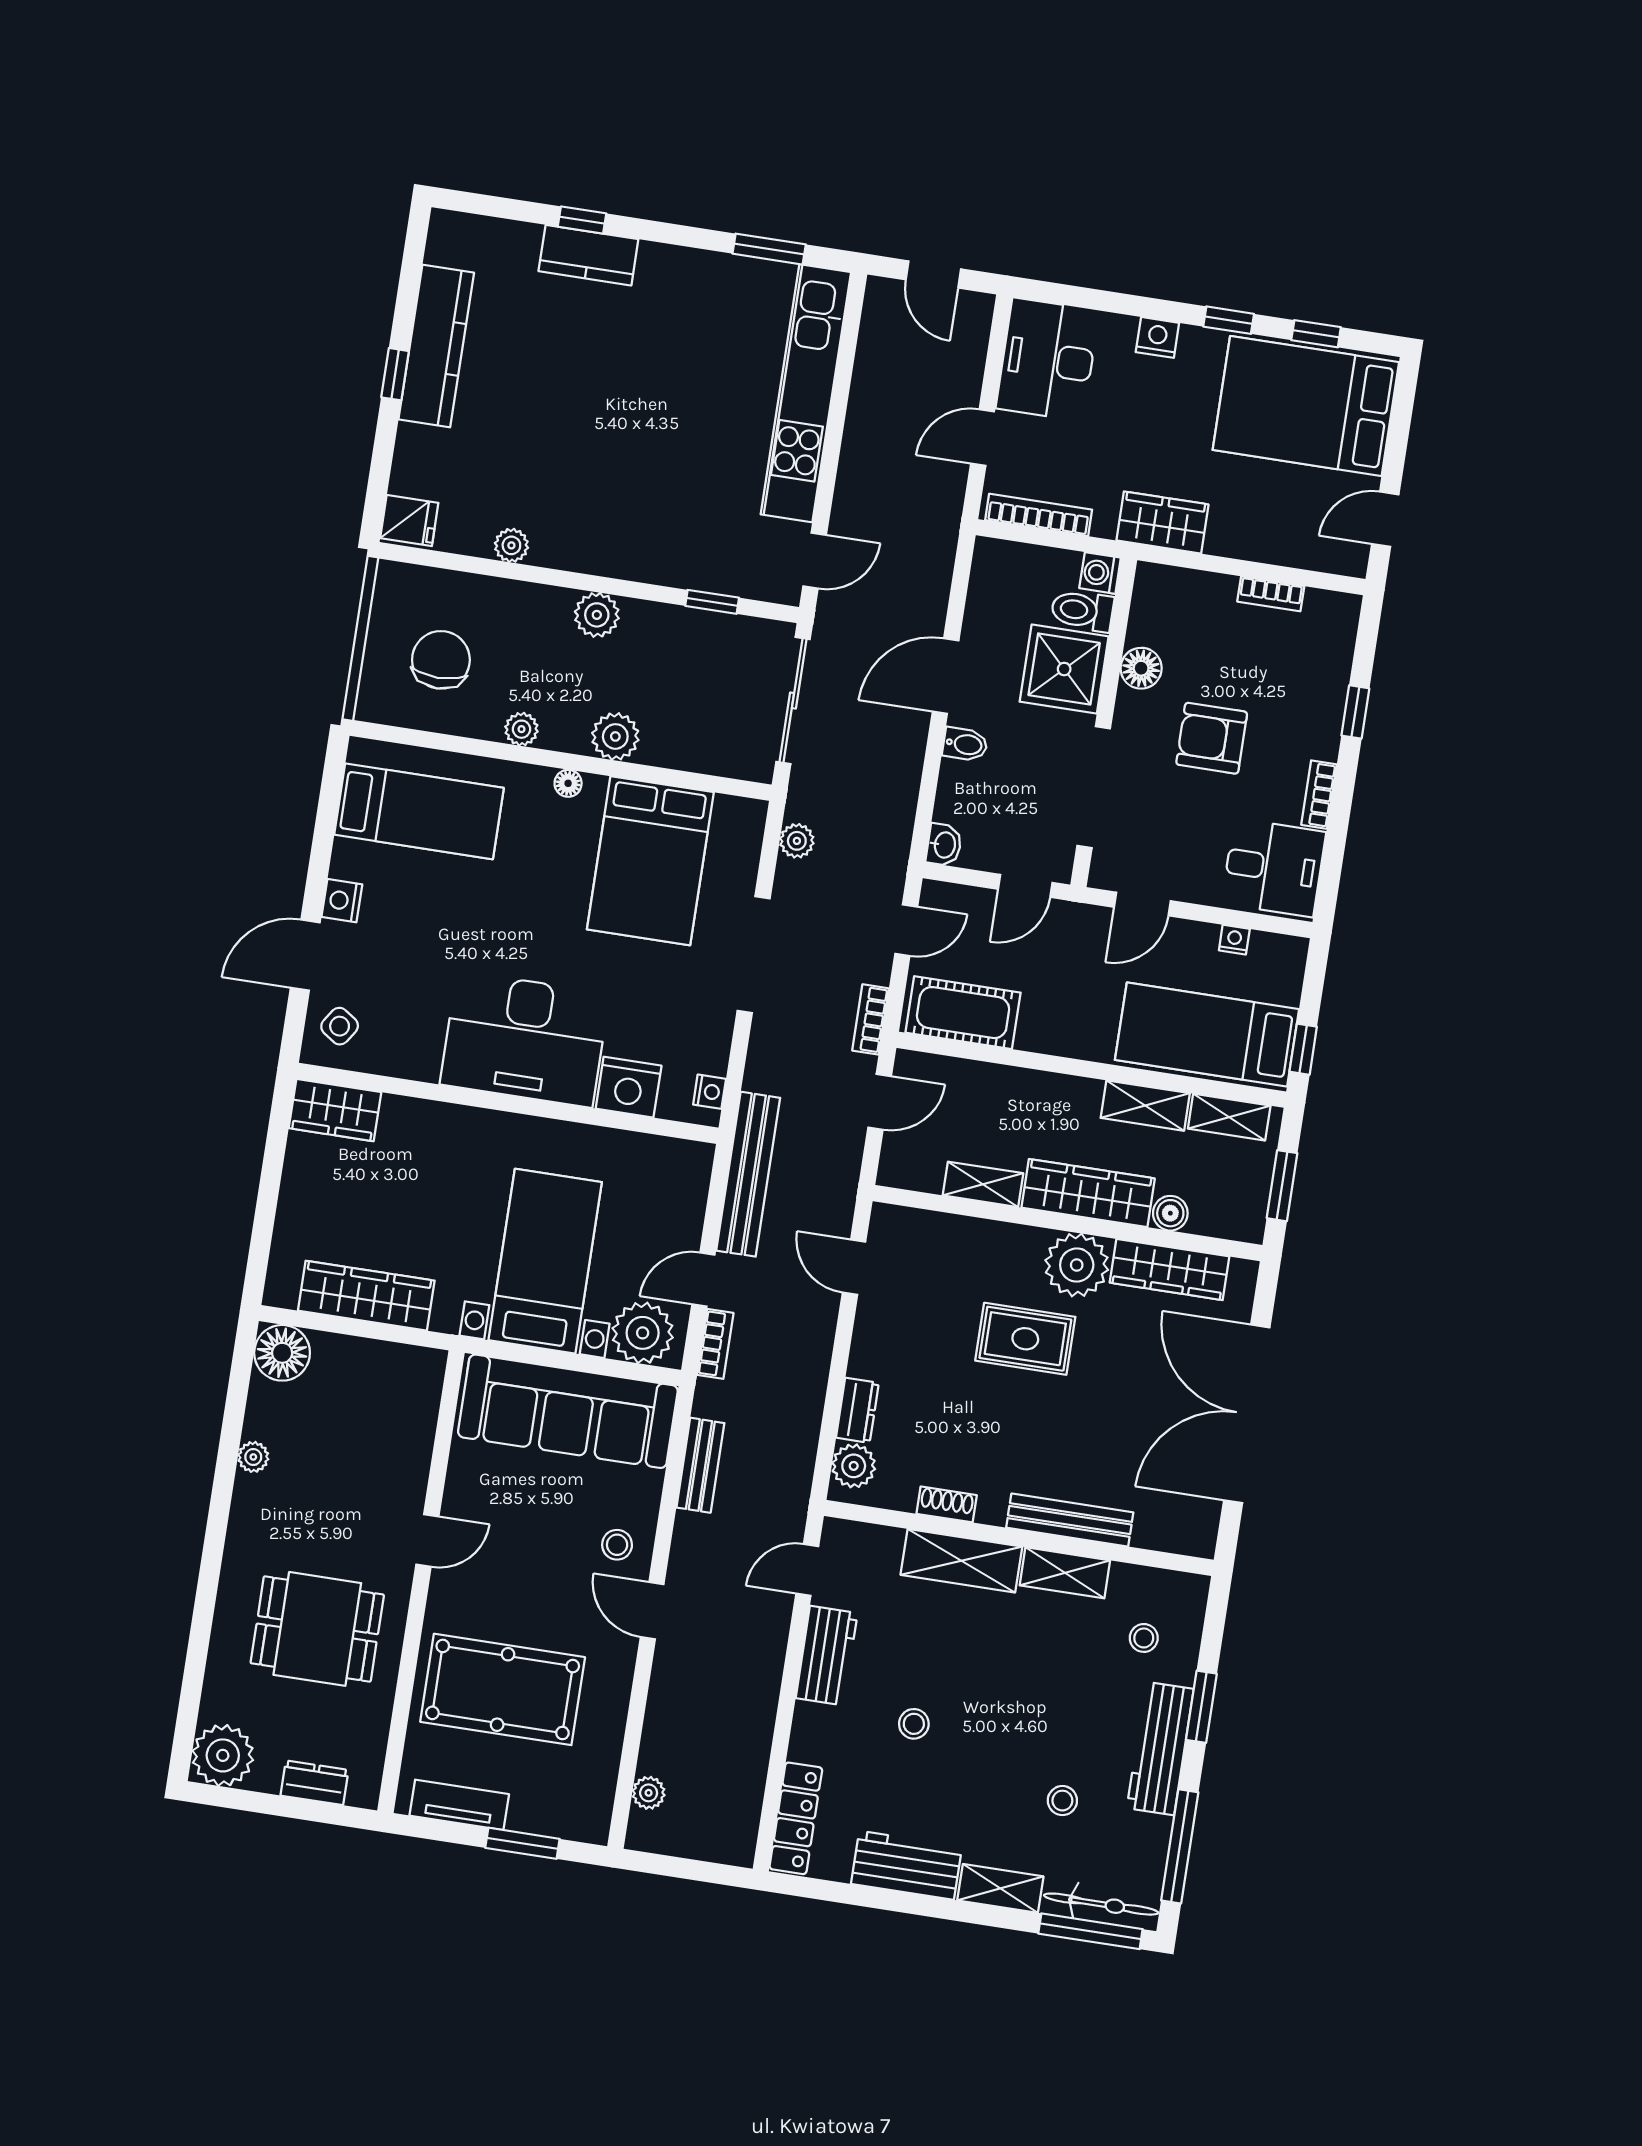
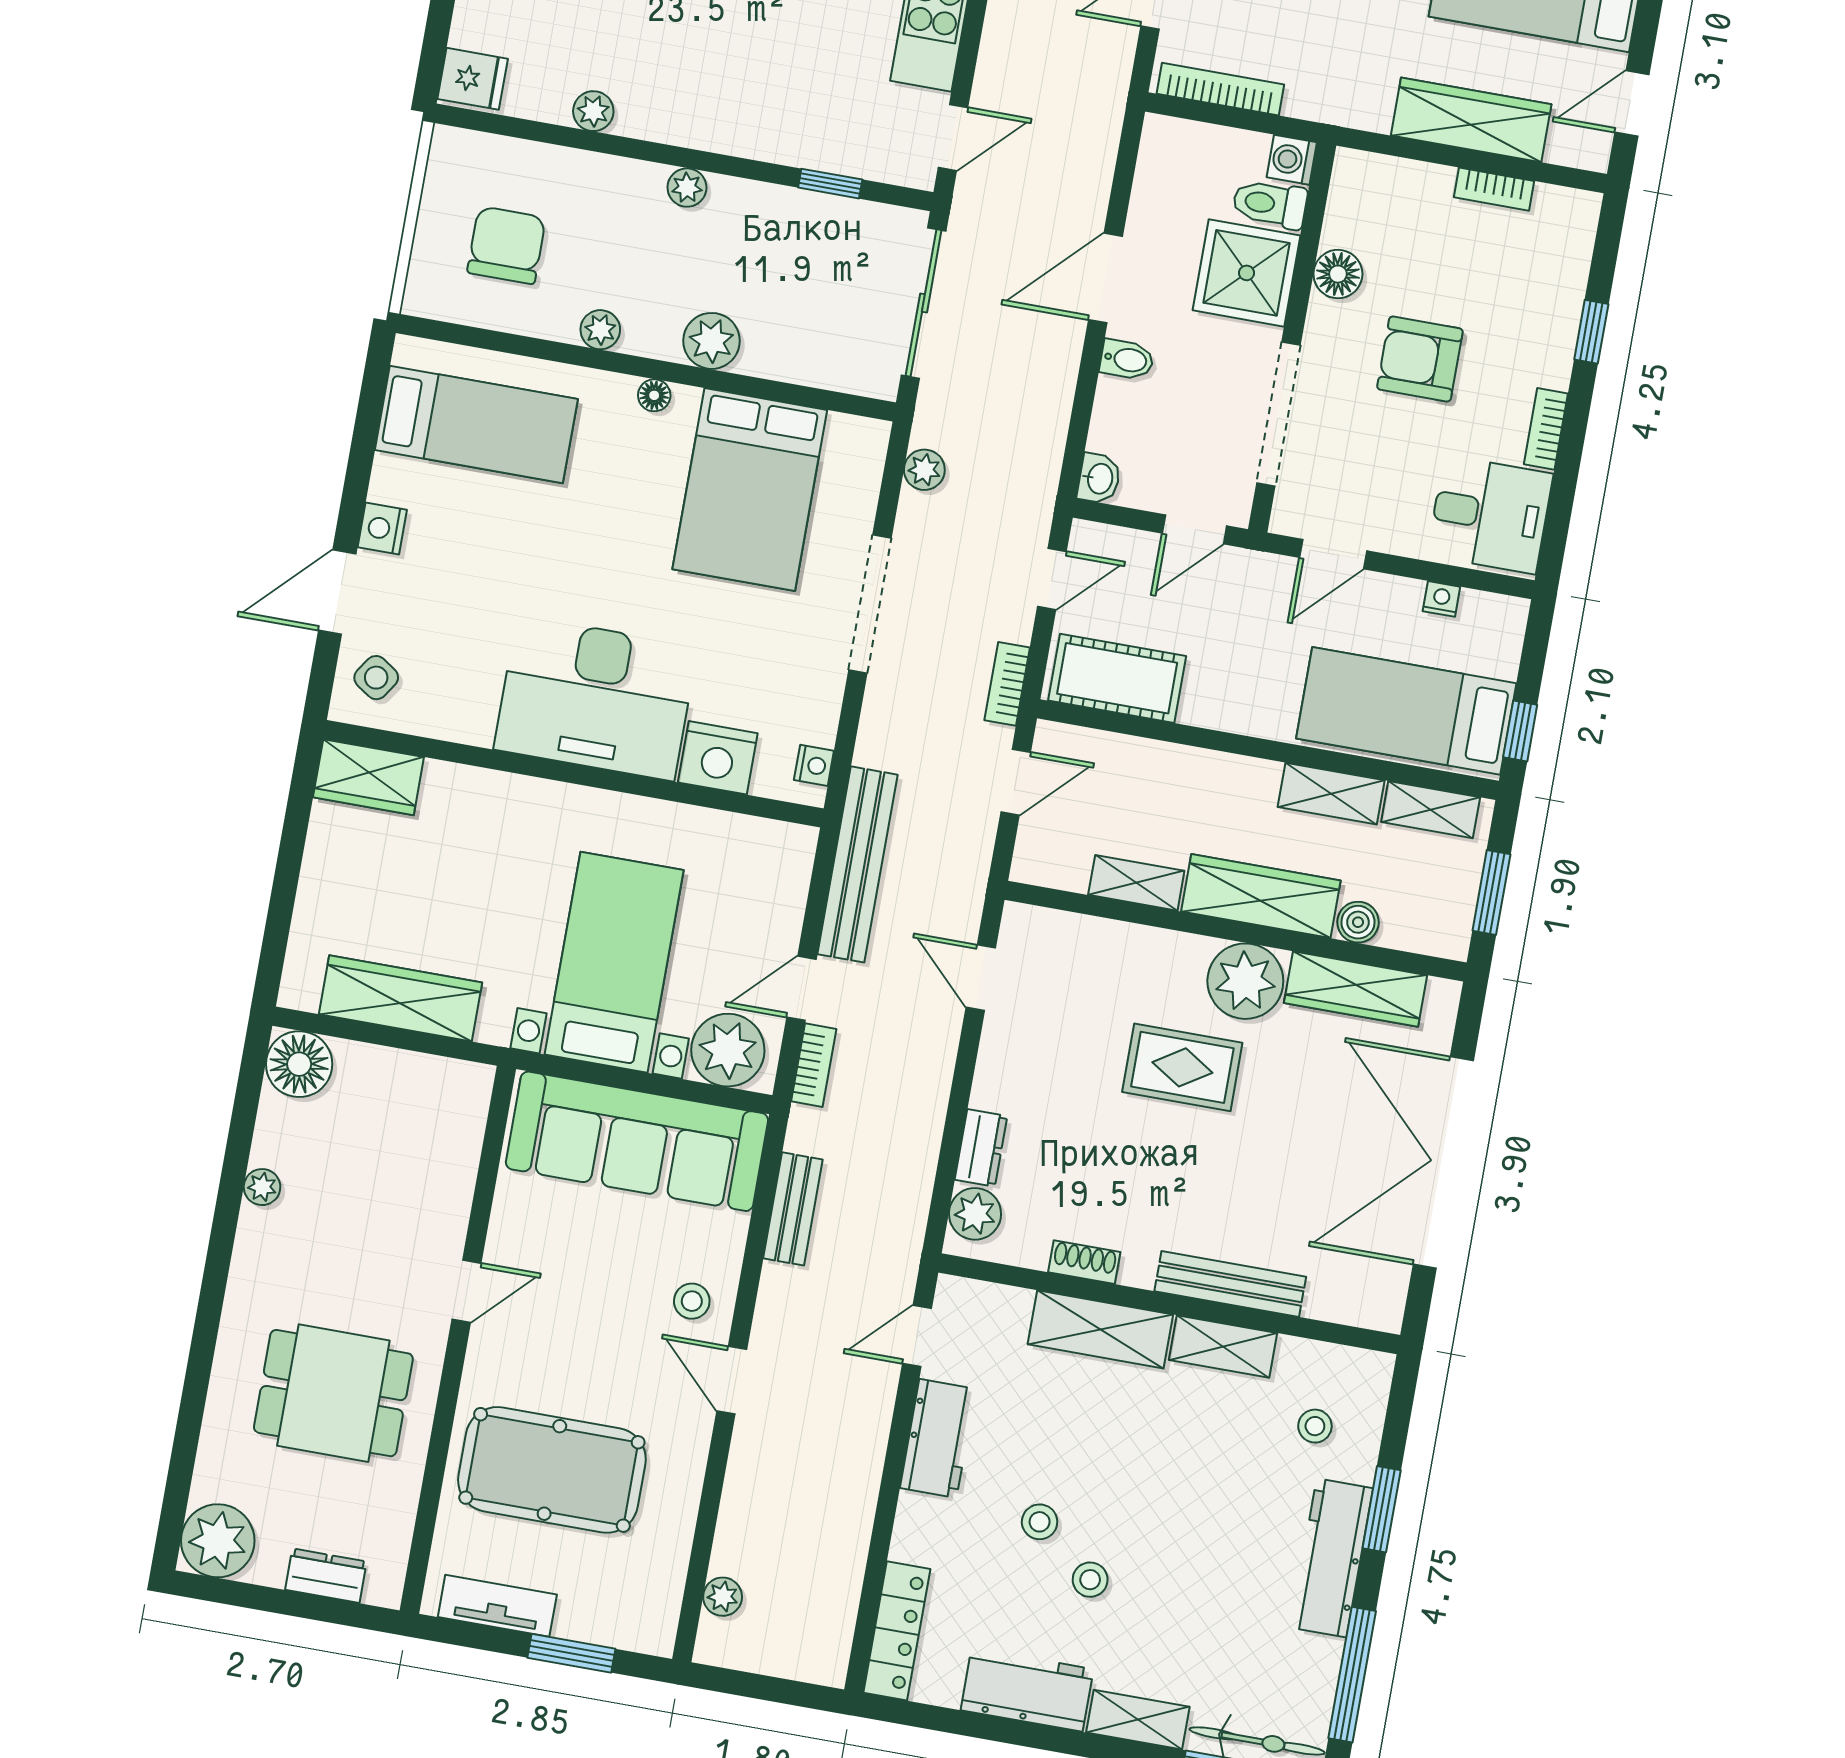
wardrobe: (1162, 522) -> (1471, 120), moved, width x1.50
plant: (597, 615) -> (687, 188), width x0.73, depth x0.73
stool: (1062, 1801) -> (1090, 1580), moved

